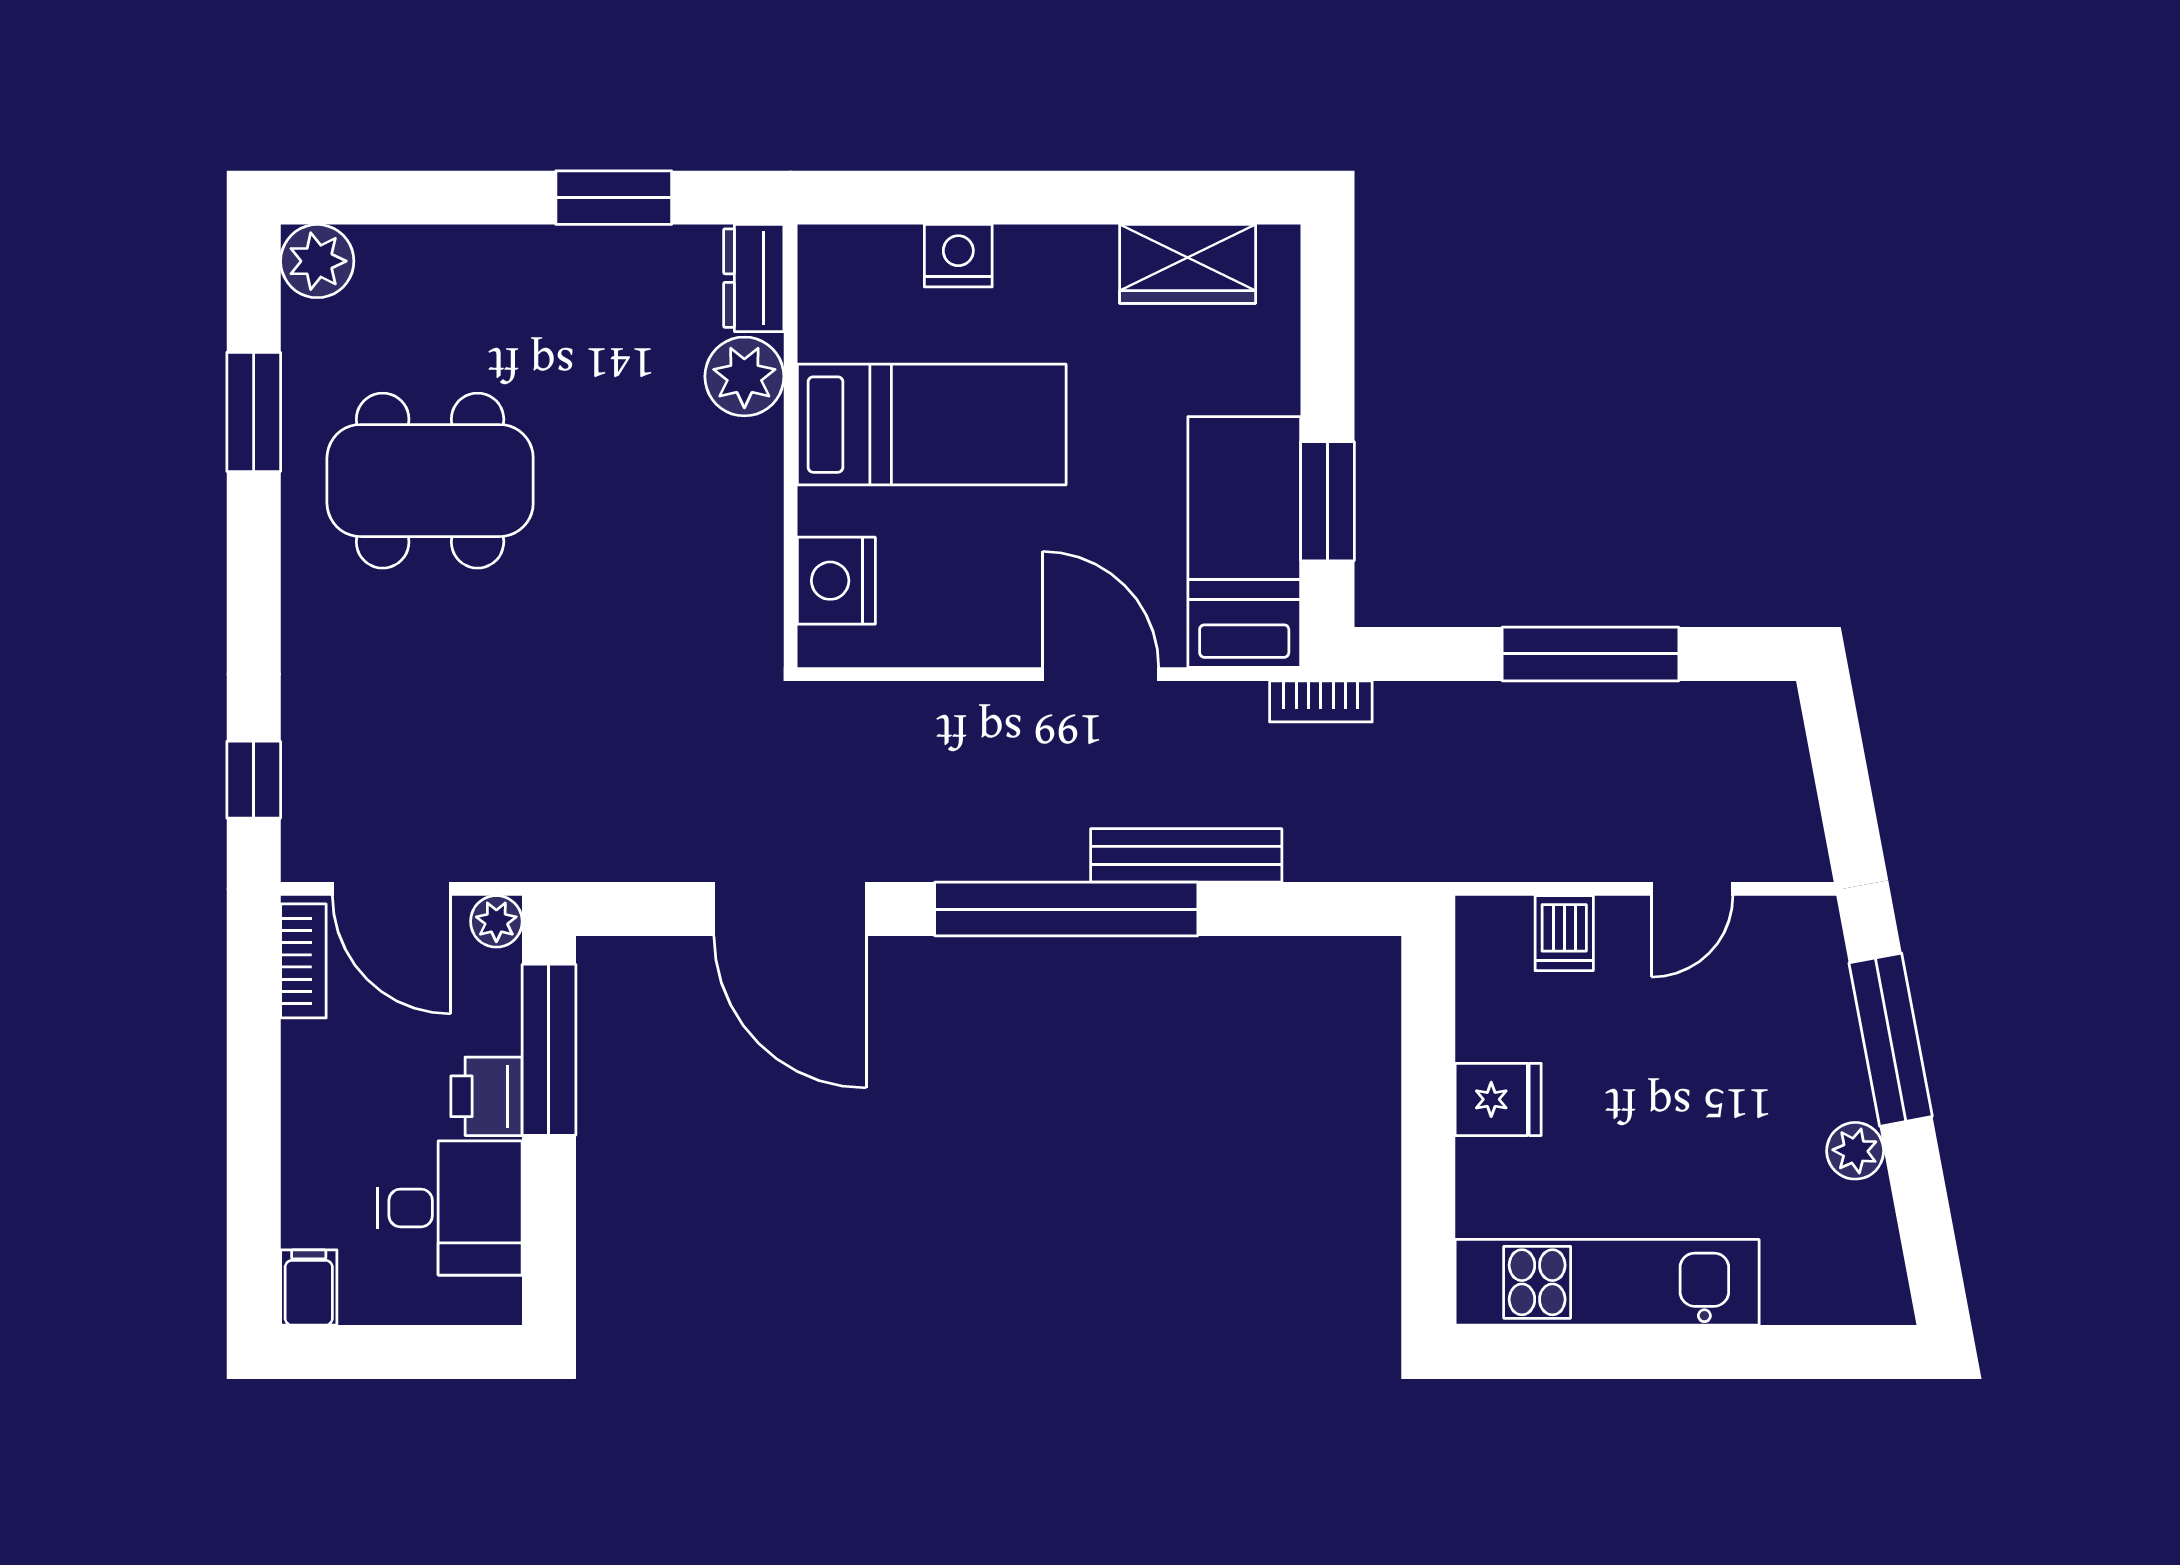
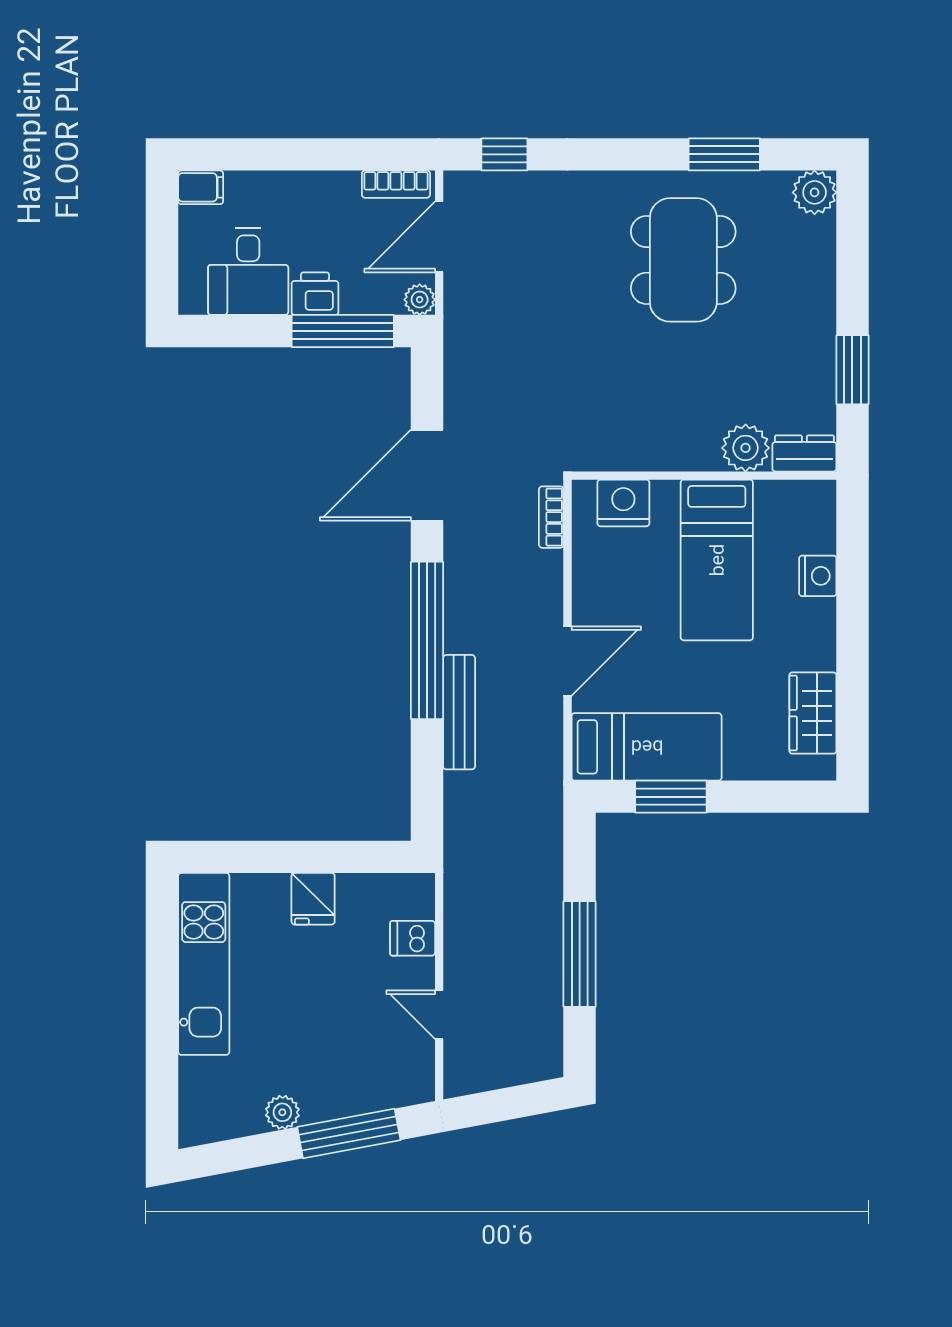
bookcase: (1321, 701) -> (551, 517), moved

